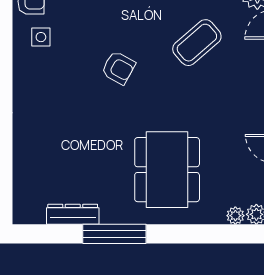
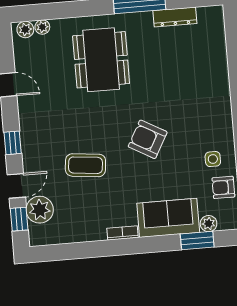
coffee table: (197, 43) -> (85, 165), turned 47
armchair: (118, 68) -> (148, 139), width x1.38, depth x1.38

